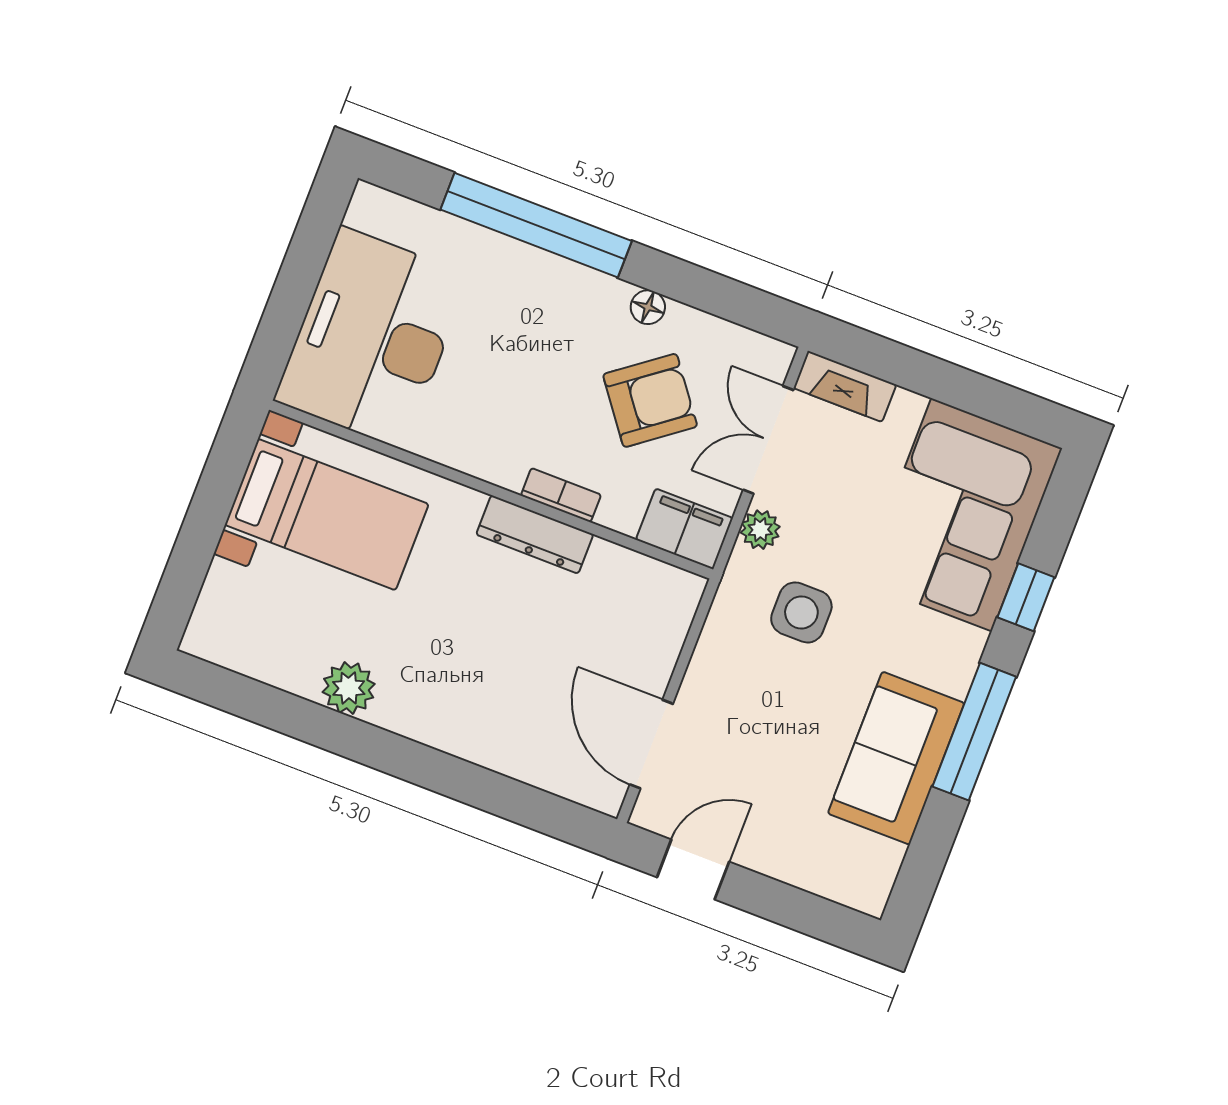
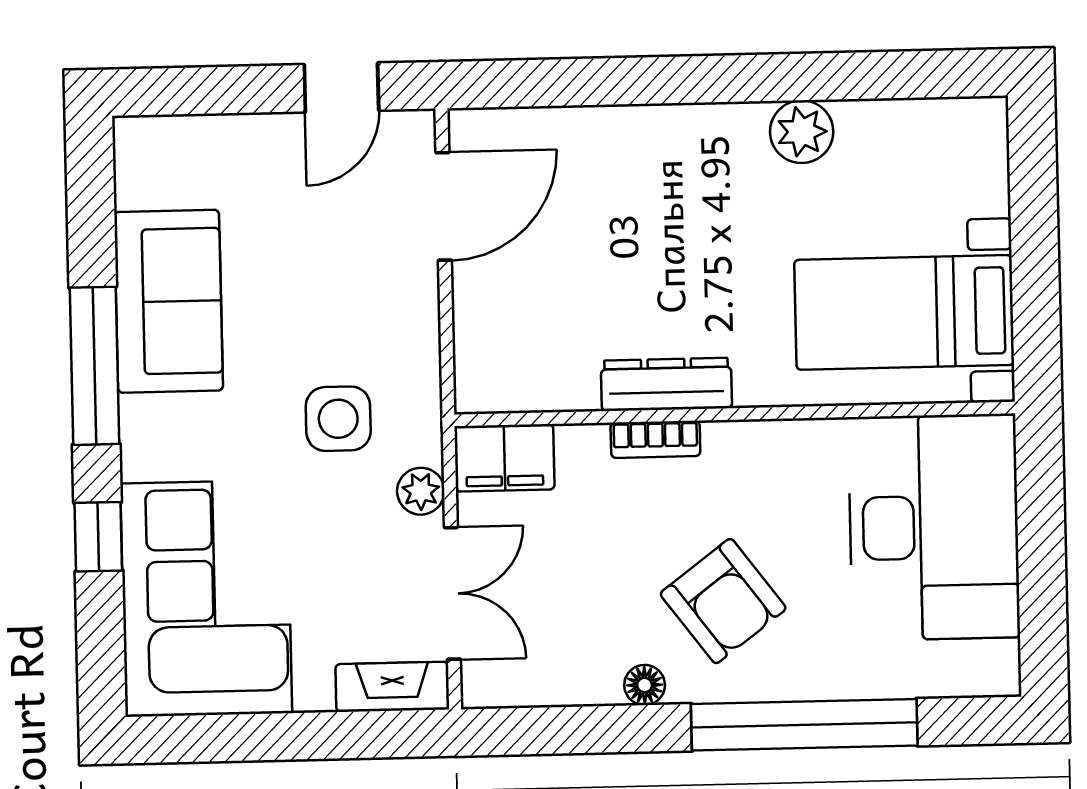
armchair: (650, 400) -> (723, 601), moved, turned -90
door: (651, 744) -> (444, 206), hinge flipped

